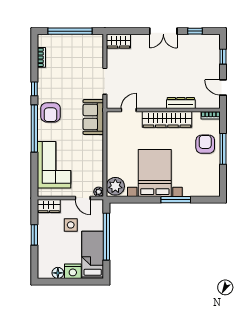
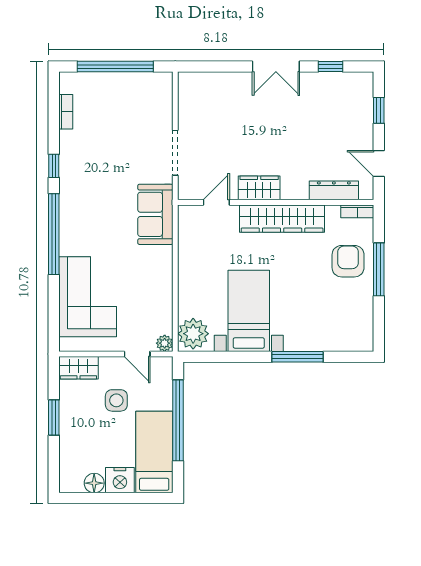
wardrobe: (118, 41) -> (259, 188), moved, turned 180
dresser: (181, 103) -> (334, 190), moved
armchair: (50, 112) -> (81, 206), removed
bed with nightstands: (155, 173) -> (249, 311), width x0.73

